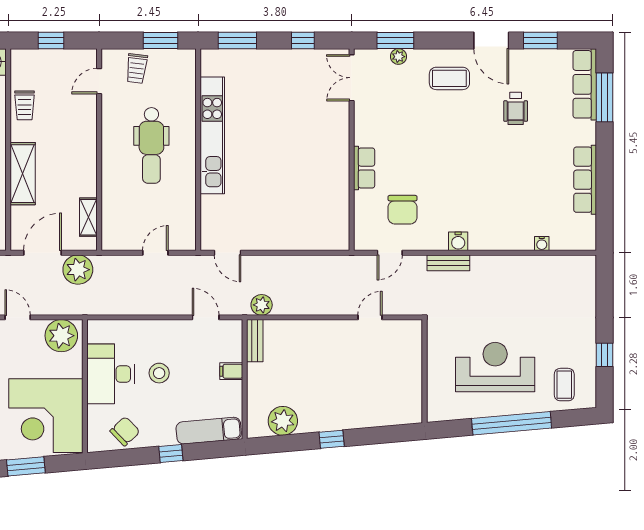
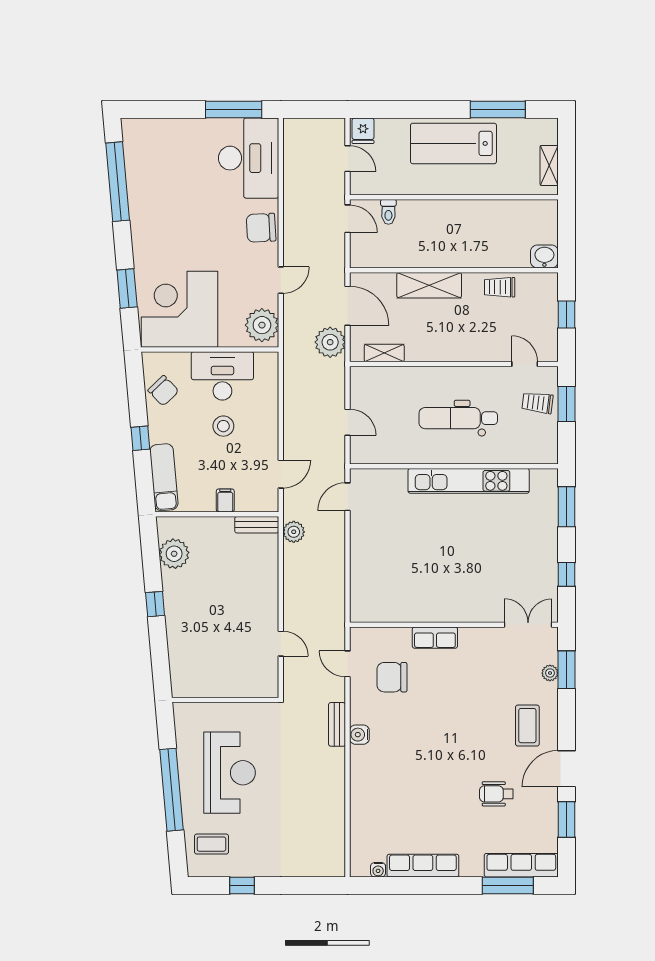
window: (161, 40) -> (567, 404), moved
water cooler: (542, 244) -> (378, 870), moved, turned -90

